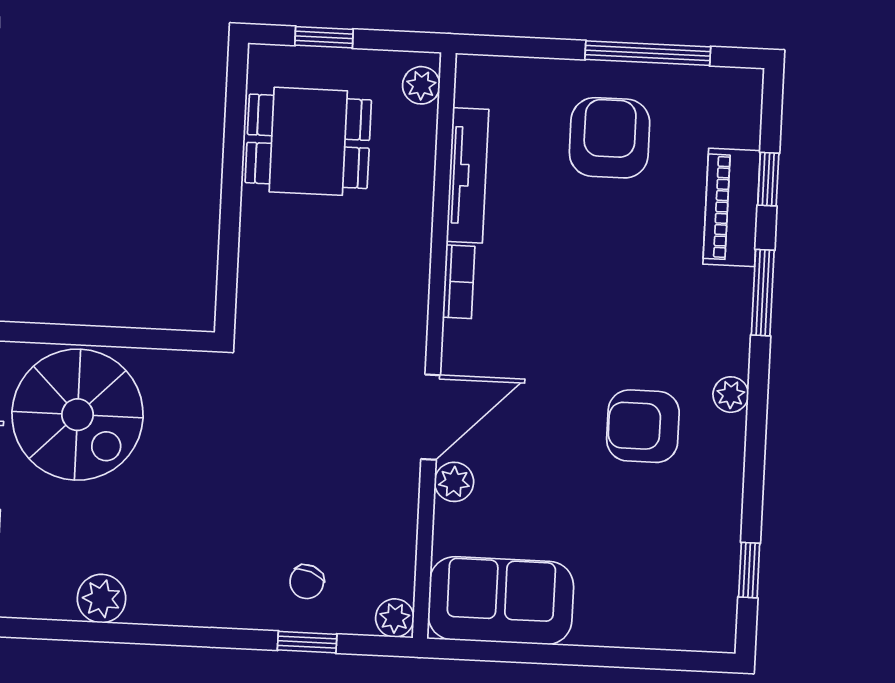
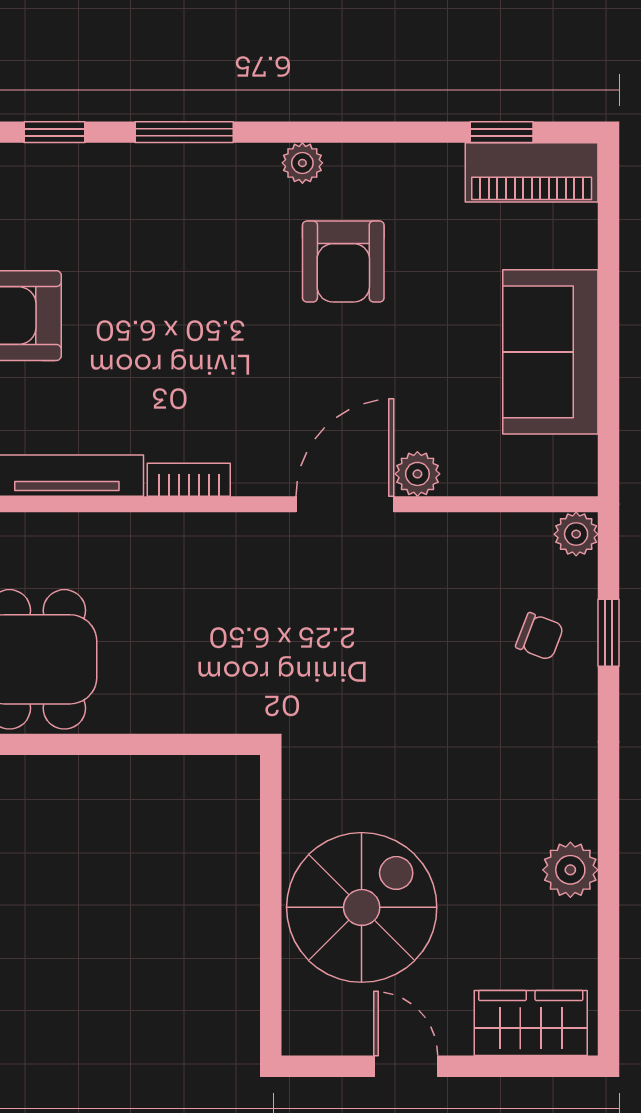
piano: (732, 207) -> (532, 172), moved
door: (431, 417) -> (345, 504), hinge flipped
sofa: (501, 601) -> (550, 352), moved

